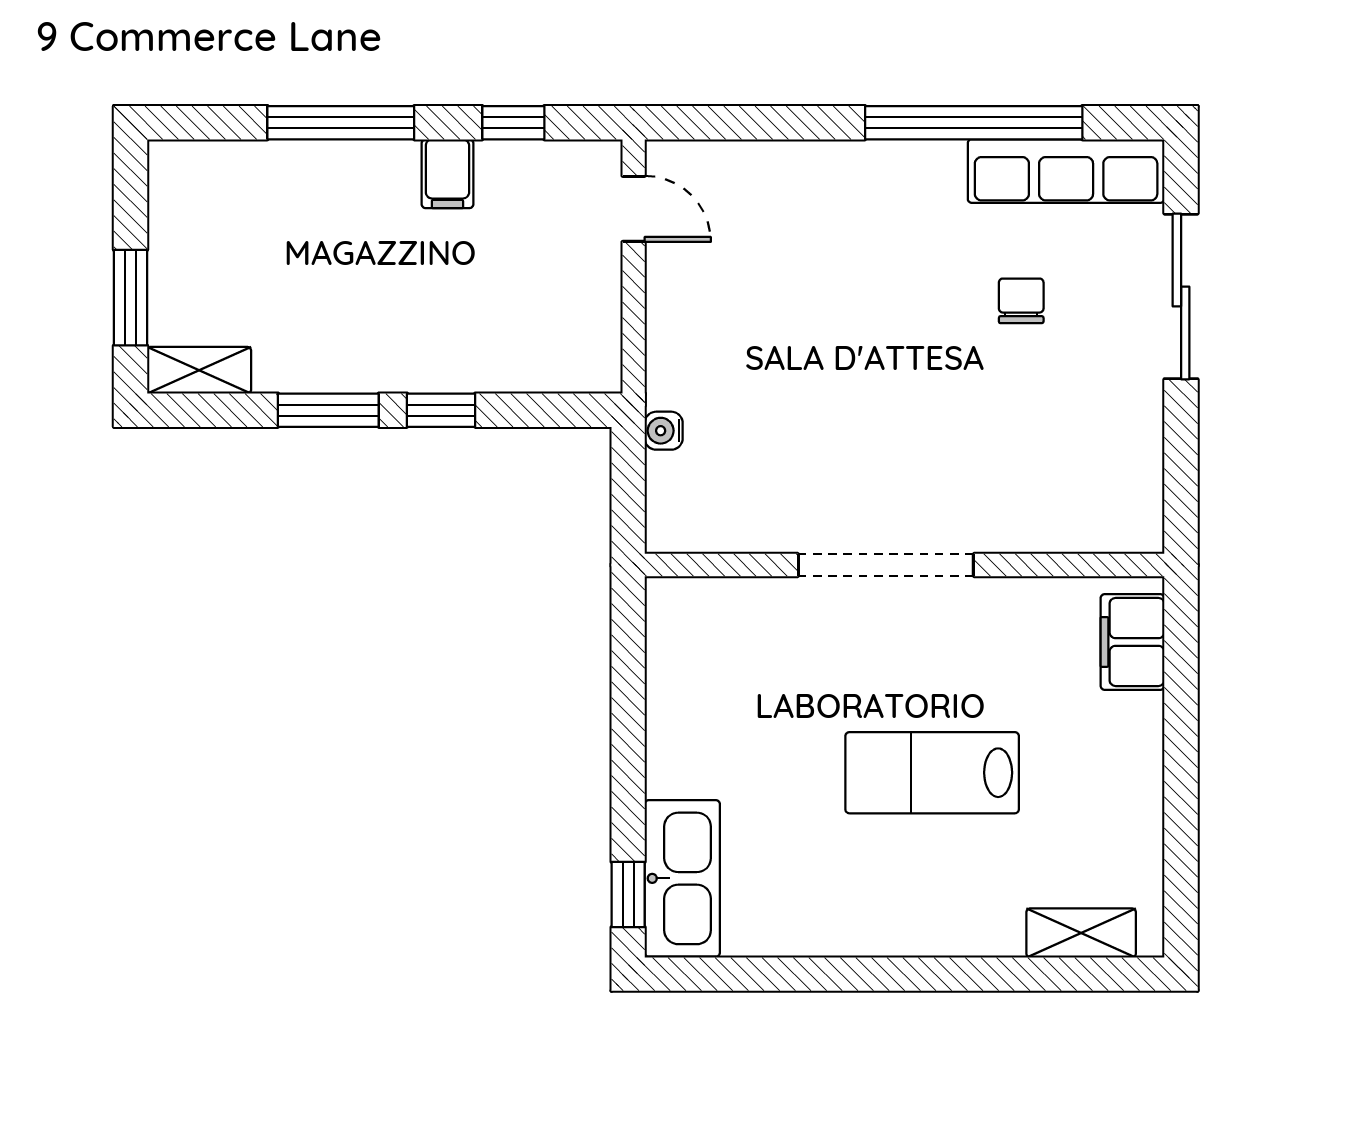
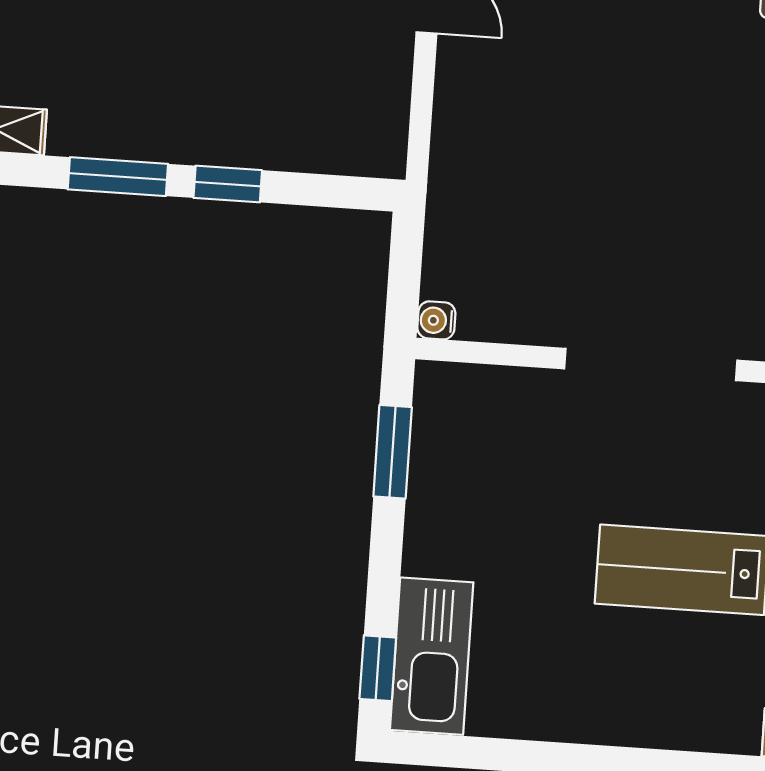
water cooler: (664, 431) -> (436, 320), moved
window: (628, 672) -> (393, 452), added

